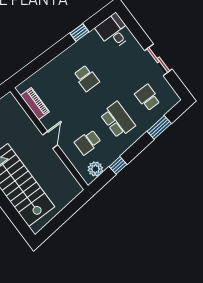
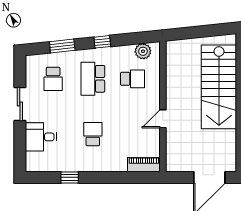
desk: (114, 32) -> (41, 137), moved, turned 90
piano: (35, 104) -> (144, 165), moved, turned 90
door: (50, 140) -> (163, 119), moved
window: (118, 165) -> (102, 42), moved

